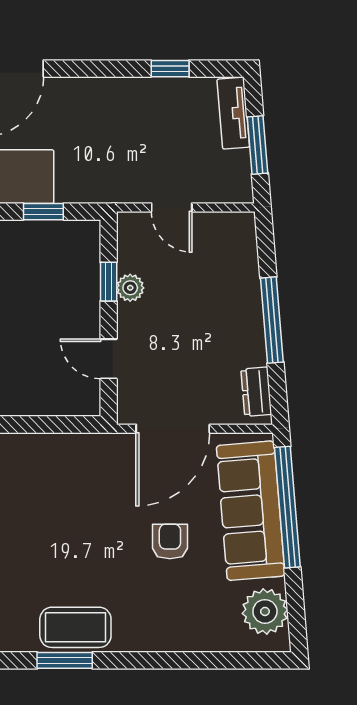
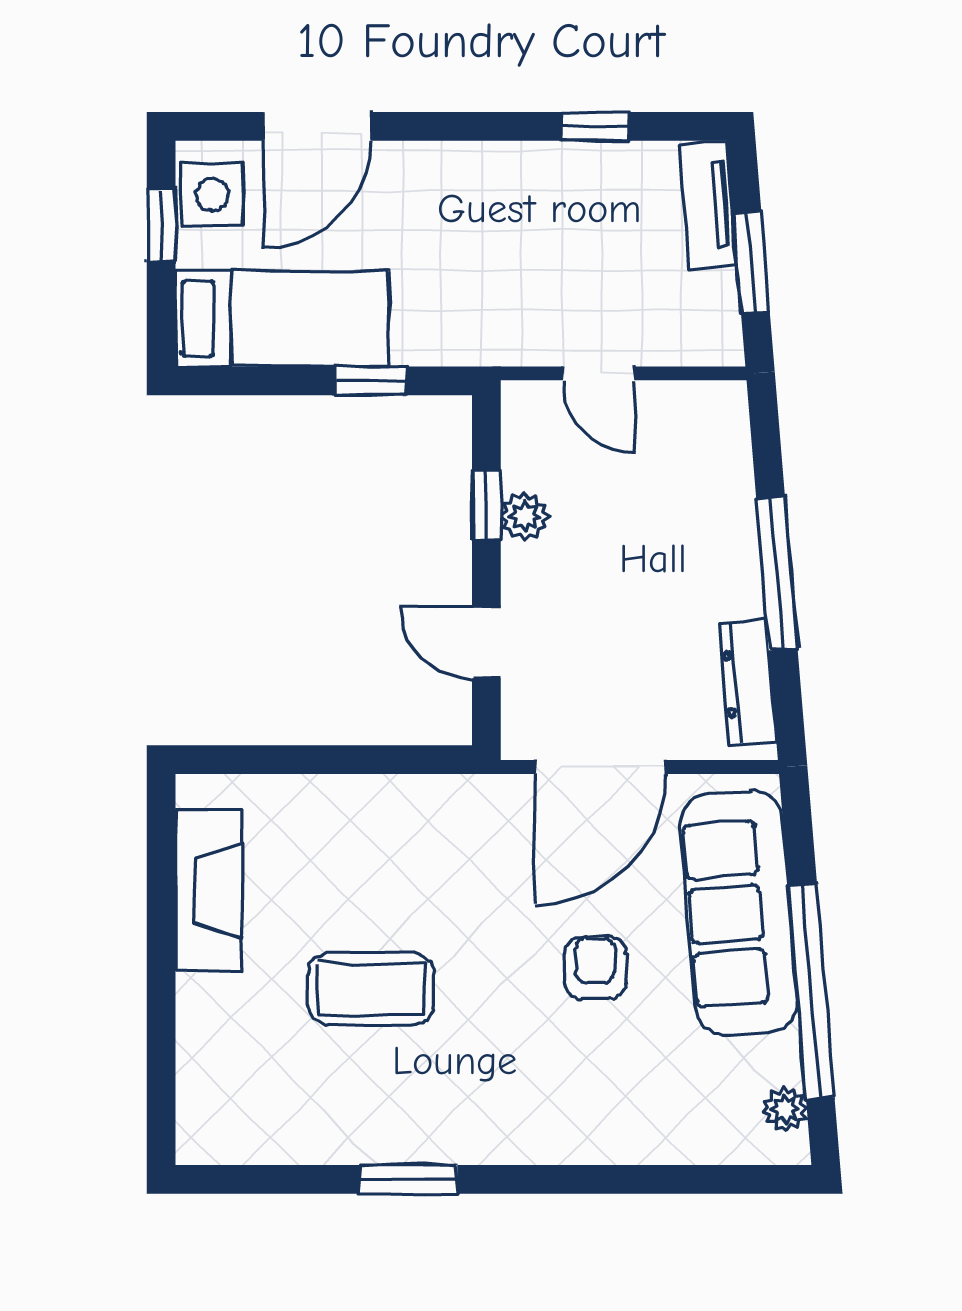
dresser: (256, 392) -> (748, 683), width x1.44
window: (287, 507) -> (811, 991), moved
plant: (265, 611) -> (785, 1110), width x0.53, depth x0.53
coffee table: (75, 627) -> (371, 989), moved

